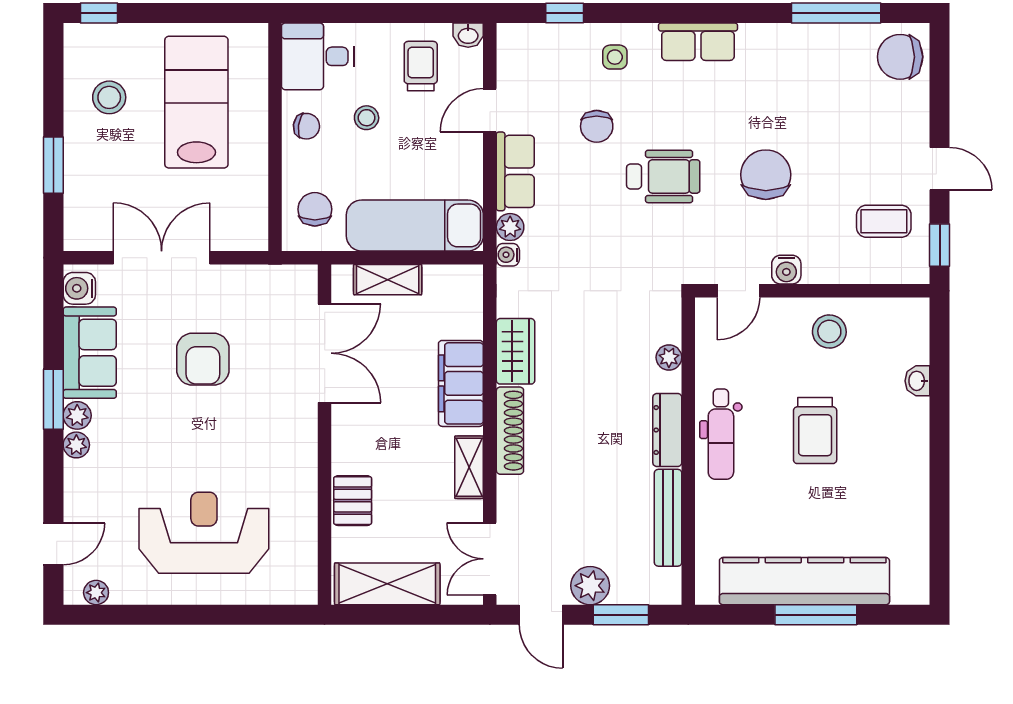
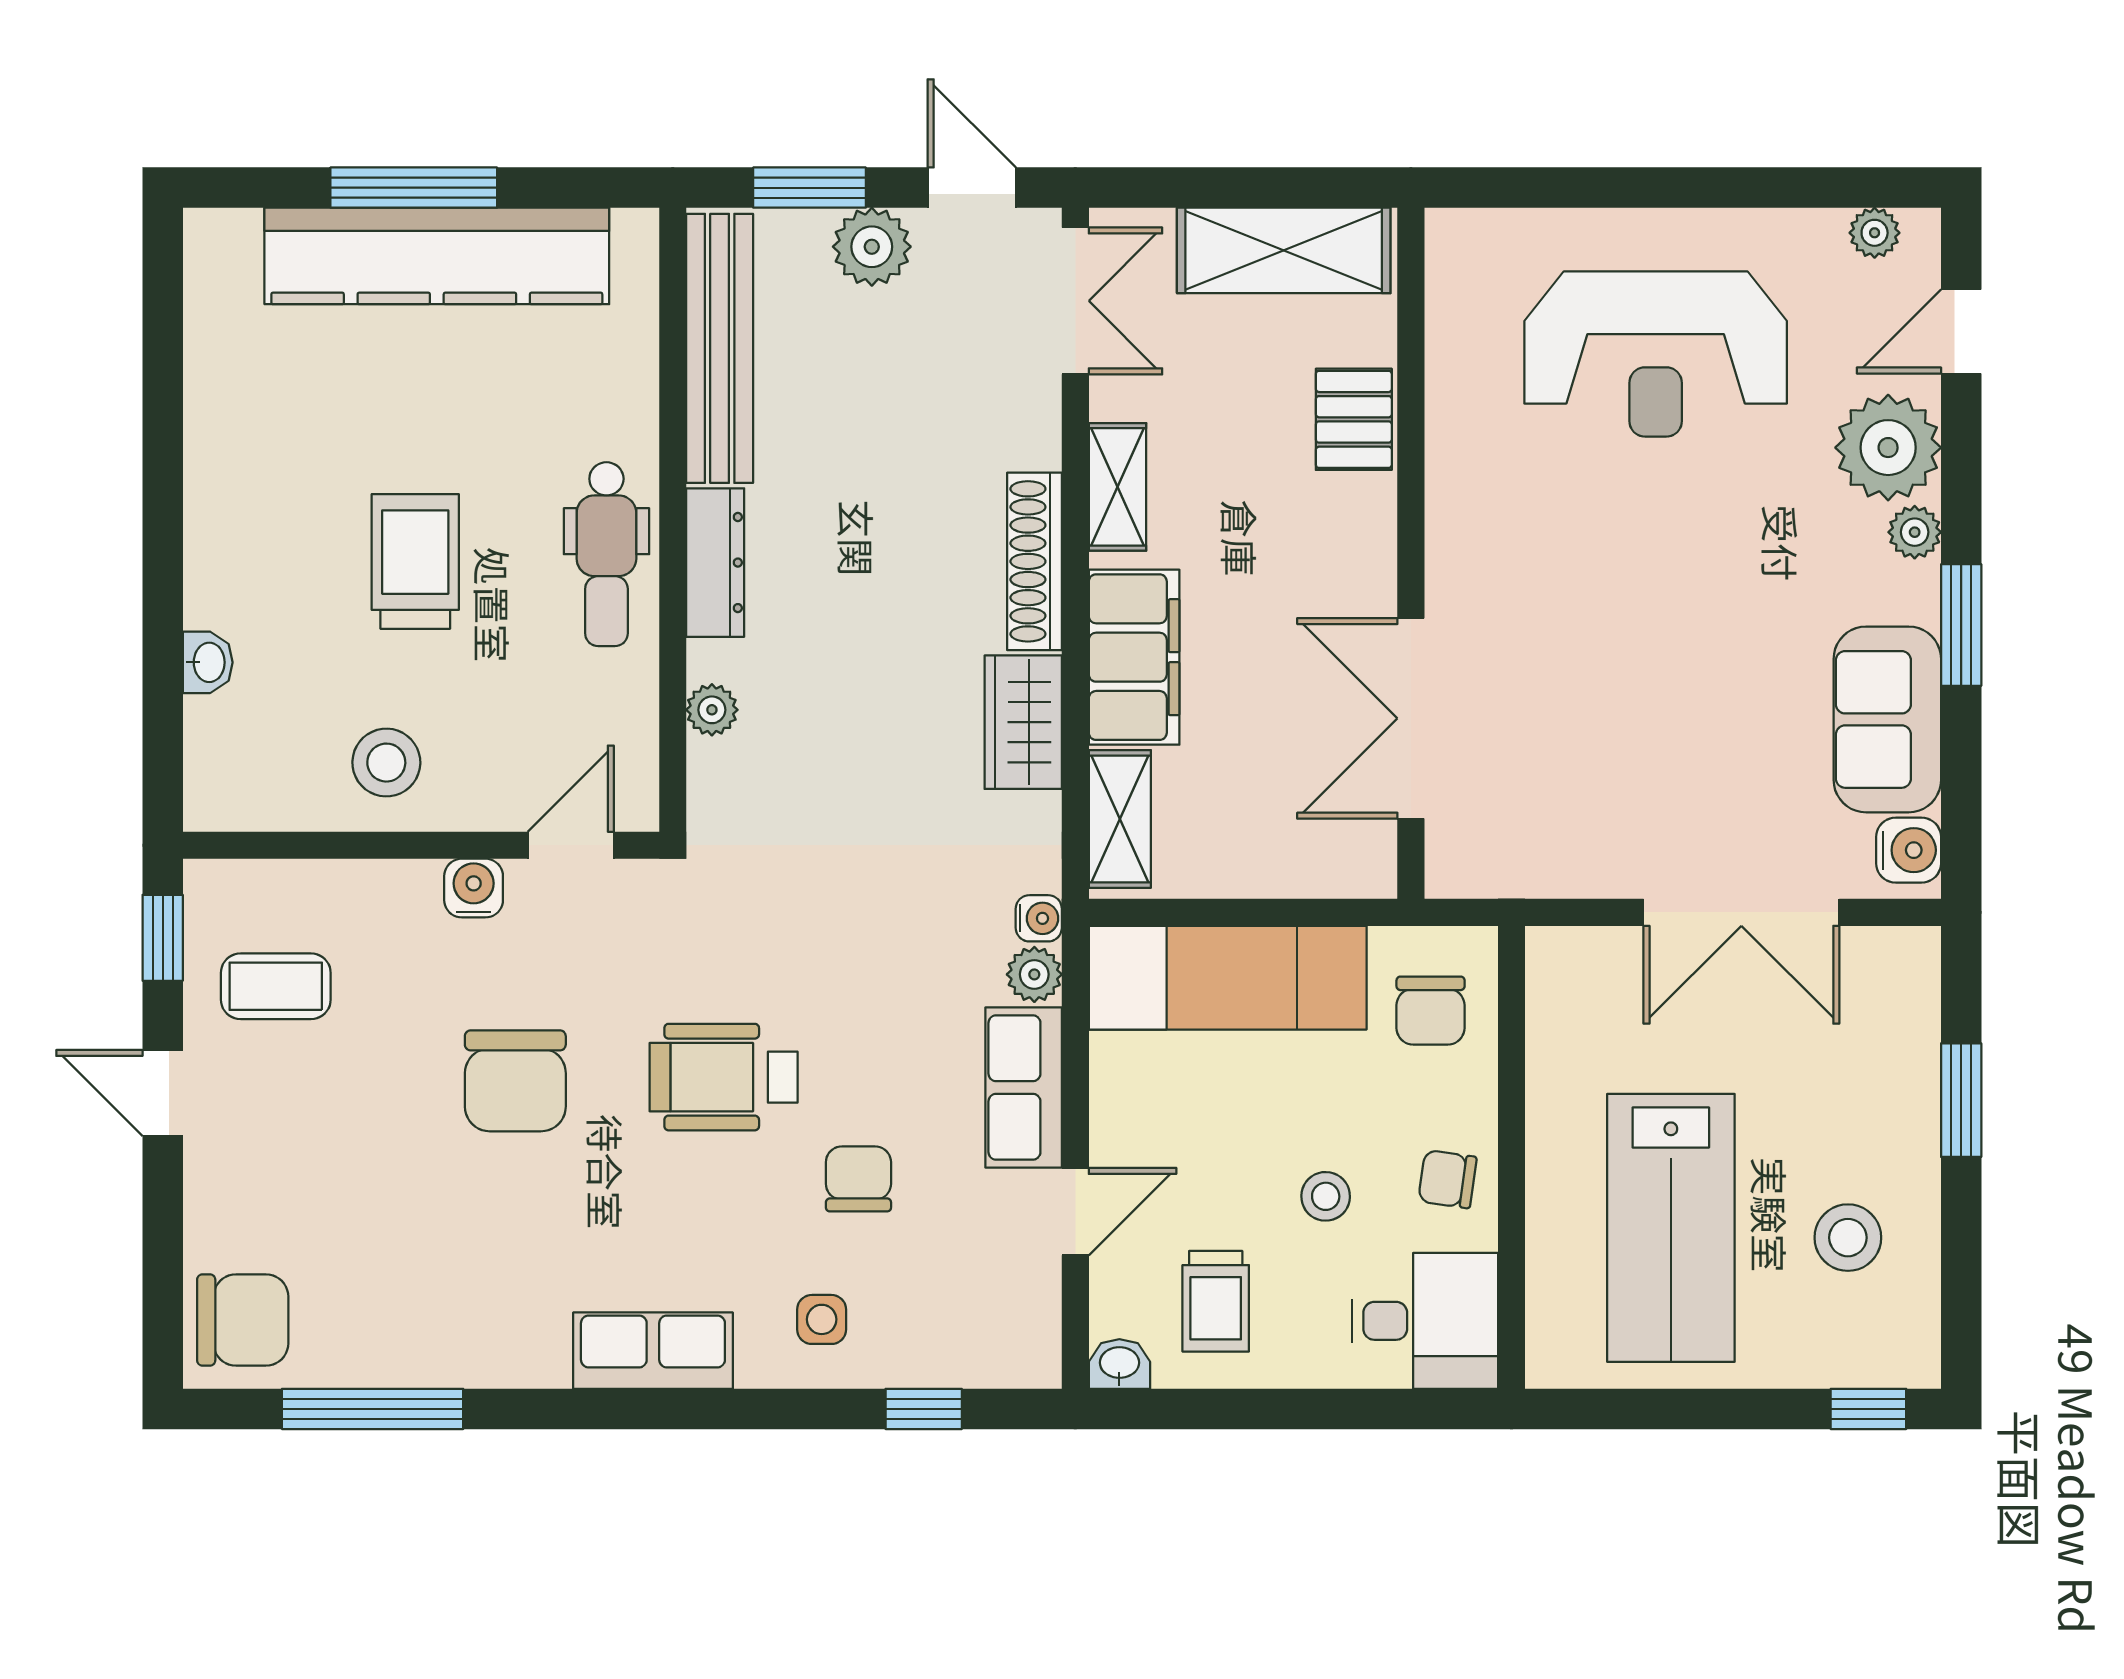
shelving: (388, 280) -> (1120, 819), moved, turned 90
armchair: (203, 359) -> (1658, 706), removed
plant: (77, 415) -> (1888, 448), moved, width x1.88, depth x1.88
dental chair: (721, 434) -> (606, 554), turned 180
bench: (668, 518) -> (720, 348), width x1.37, depth x1.21

